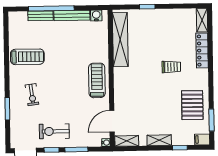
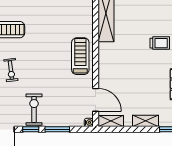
door: (112, 121) -> (96, 100), swing flipped
exercise bike: (54, 131) -> (34, 110), turned 90

